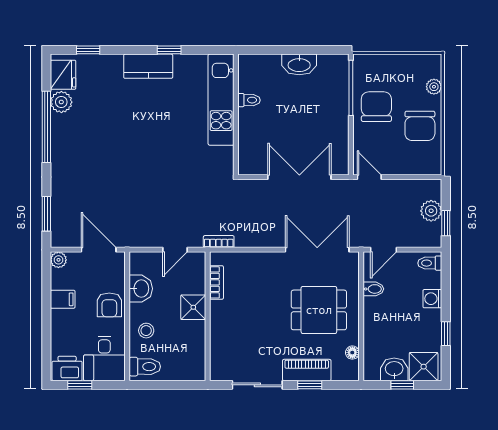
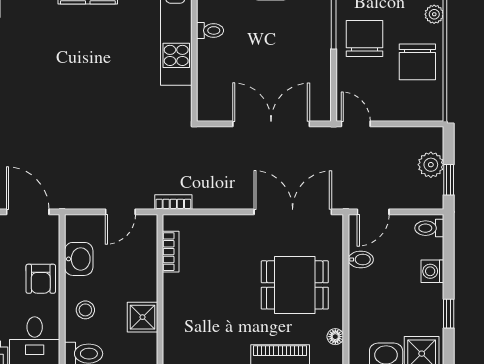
shower: (193, 307) -> (142, 317), moved

